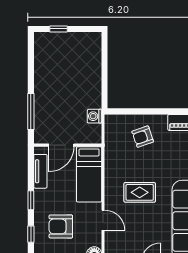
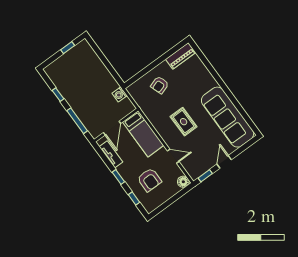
window: (59, 29) -> (68, 48), moved
window: (31, 70) -> (58, 95), added
rug: (140, 192) -> (184, 122), turned 90
armchair: (61, 226) -> (149, 180), turned -90

